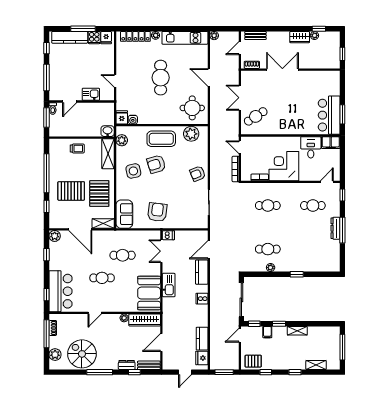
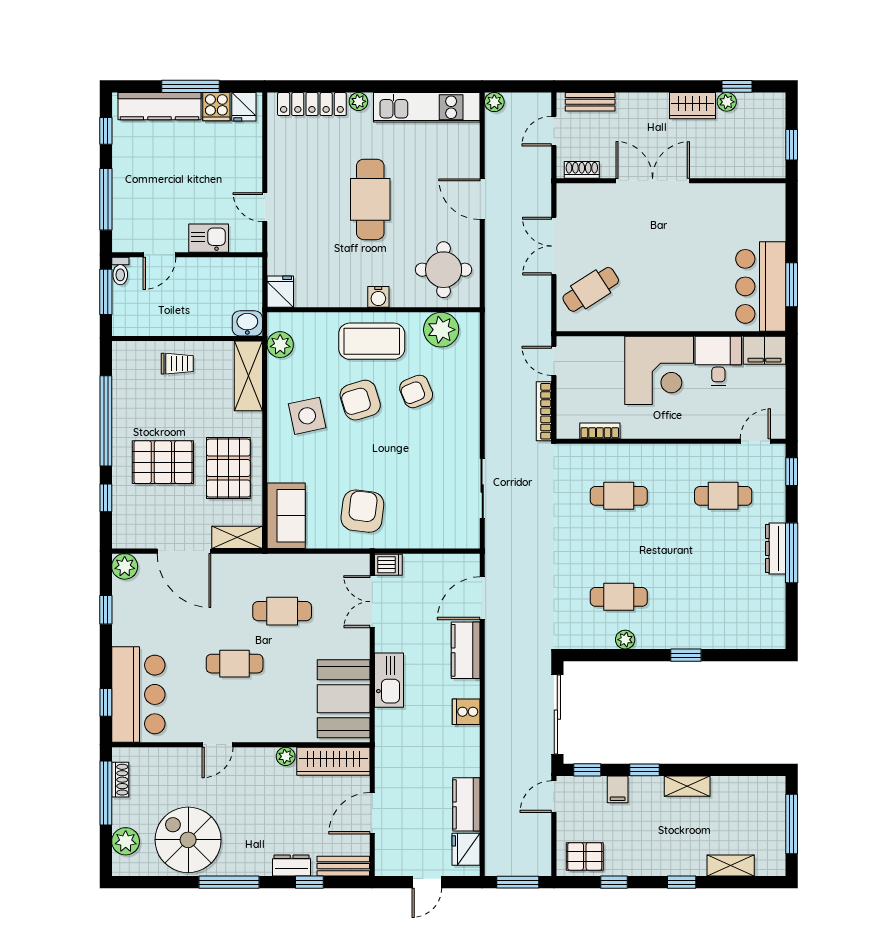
water cooler: (133, 120) -> (378, 297), moved
corner desk: (284, 166) -> (659, 370), moved, turned 180
armchair: (198, 174) -> (416, 391), moved

